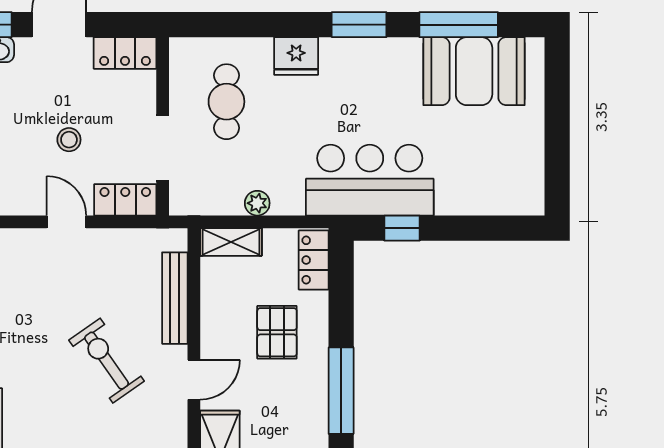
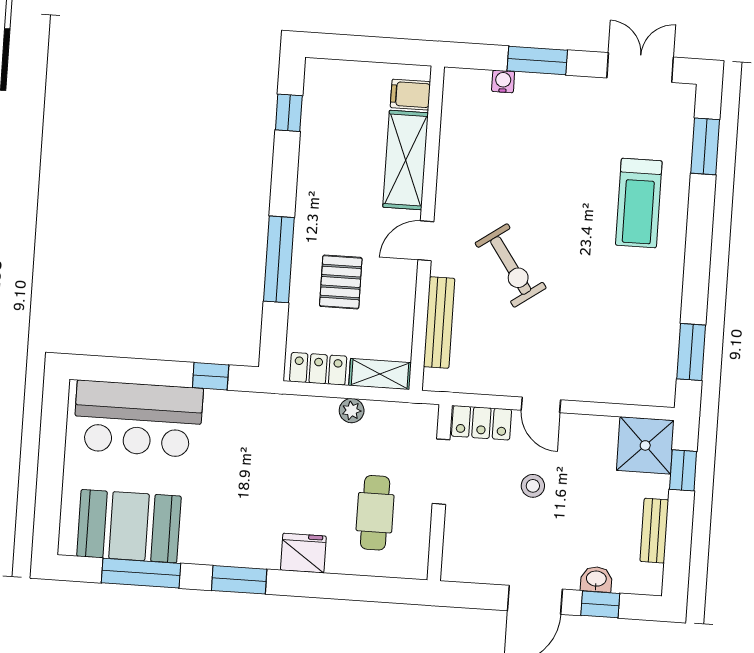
locker: (125, 53) -> (472, 568), removed
bar counter: (370, 180) -> (138, 419), moved
locker: (314, 260) -> (318, 369), moved, turned -90
window: (341, 391) -> (279, 259), moved

